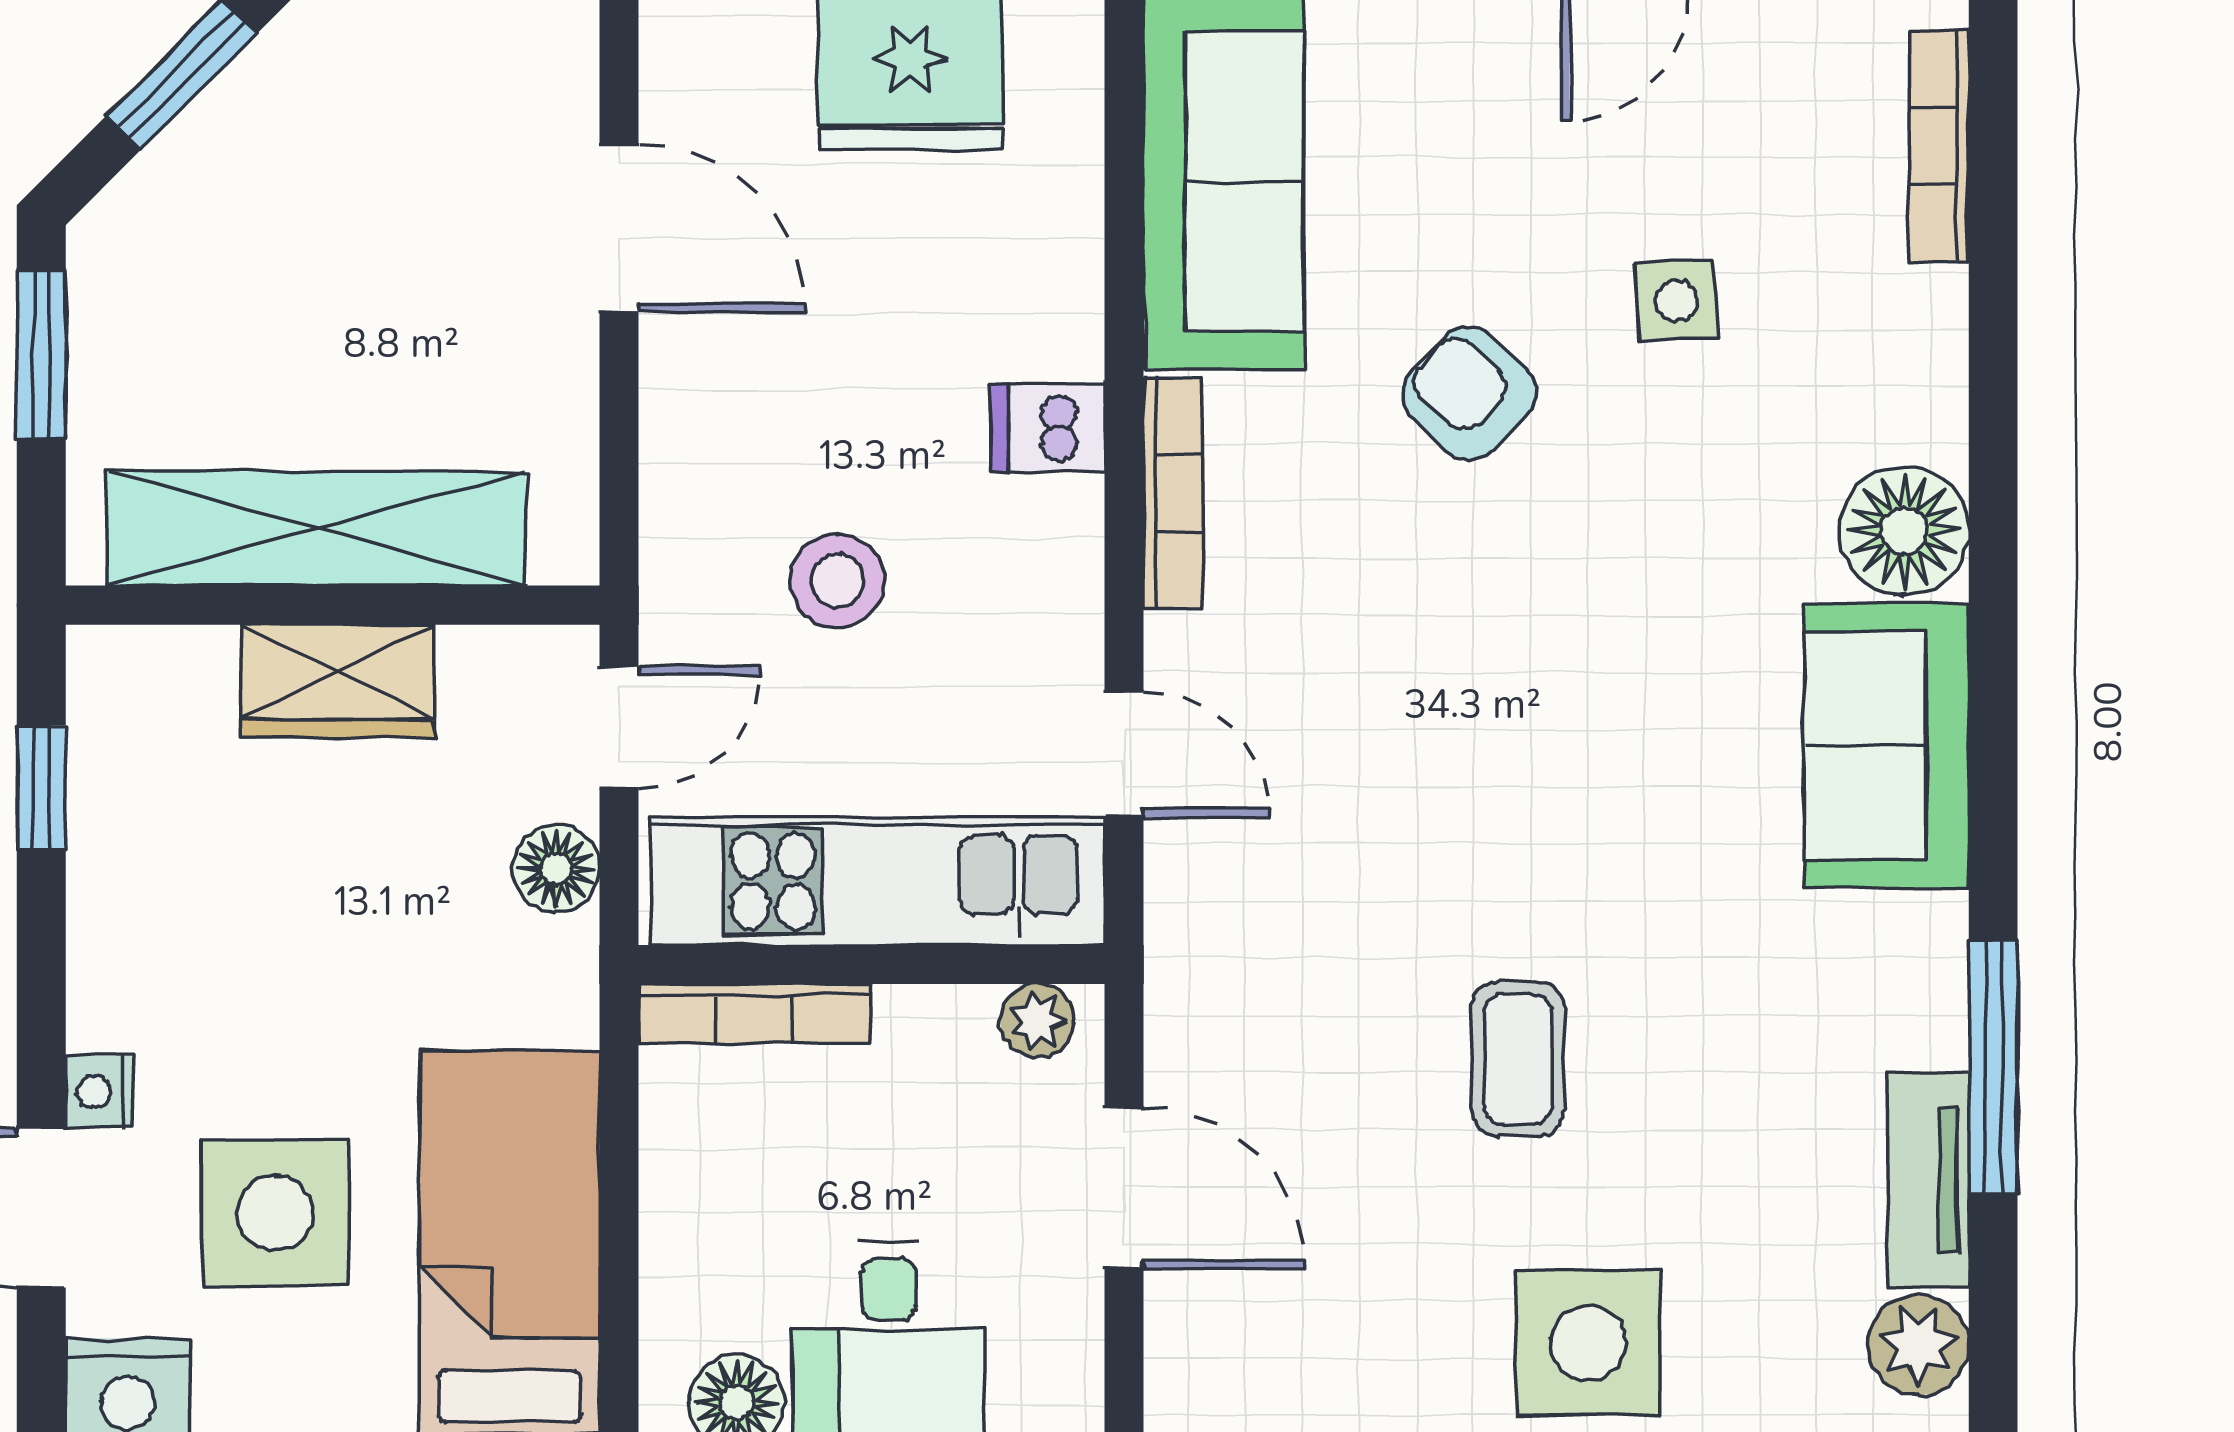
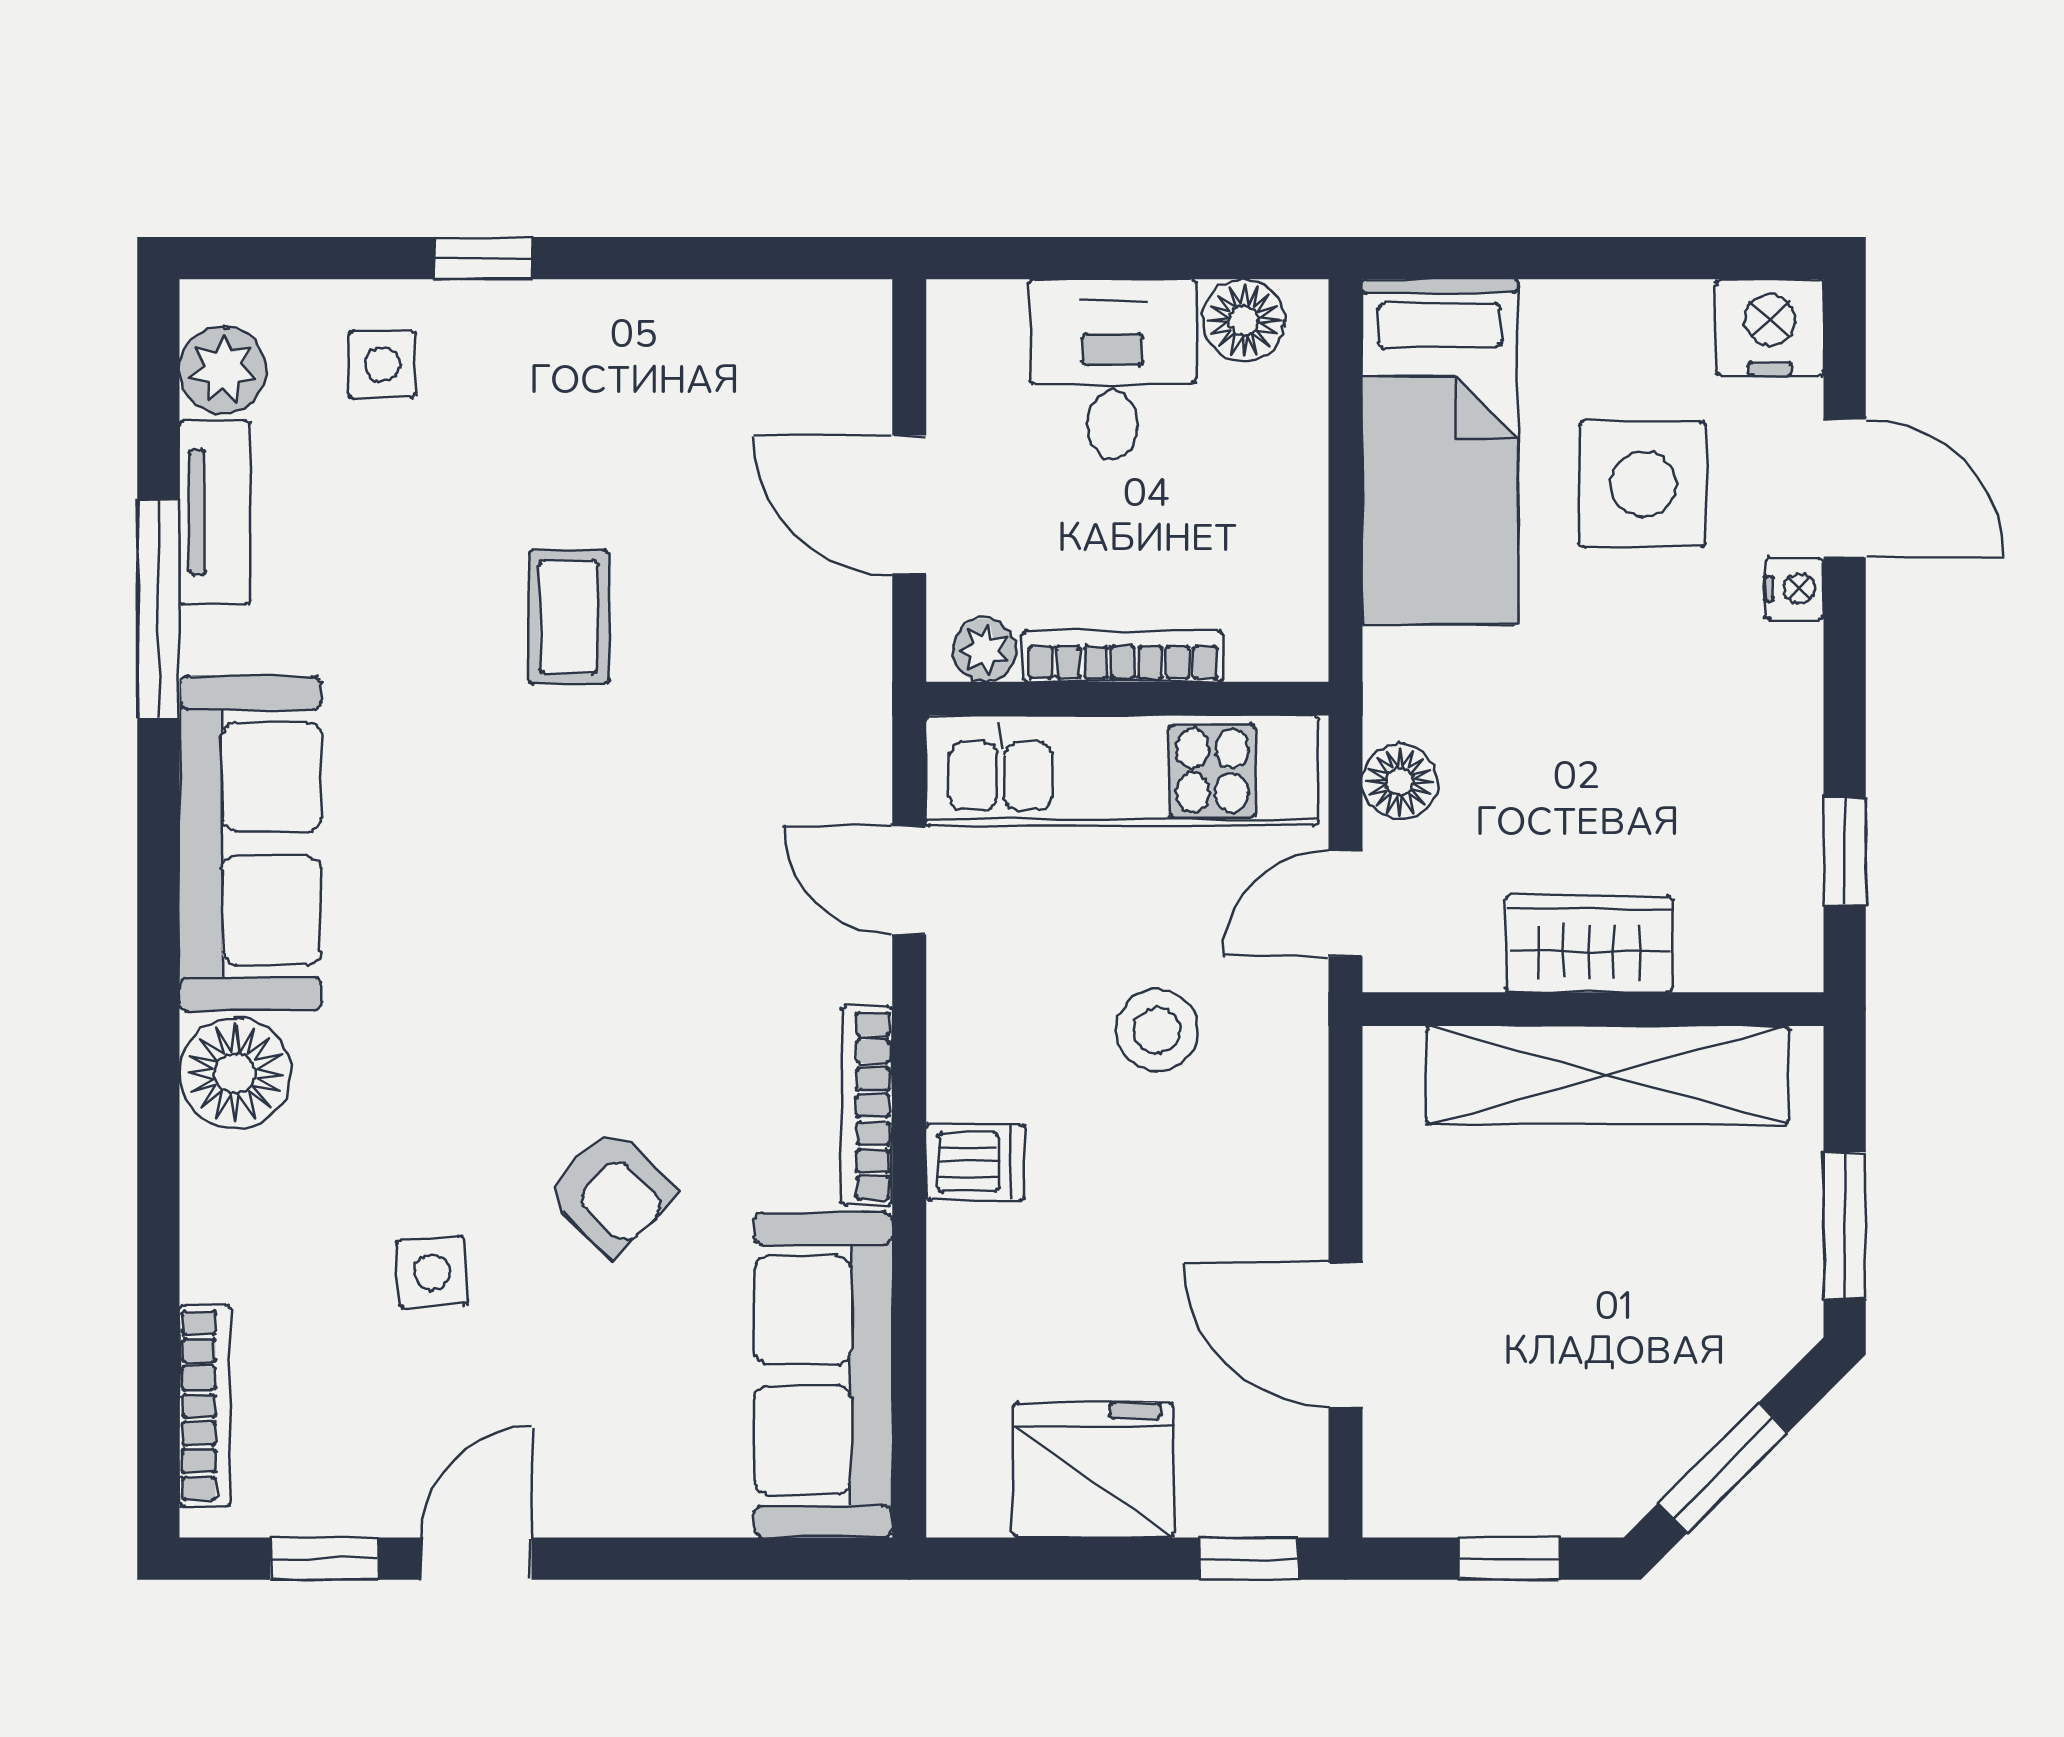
sofa: (1887, 745) -> (250, 844), width x1.36
bookcase: (754, 1014) -> (1123, 656), moved
side table: (1588, 1343) -> (382, 365), moved, width x0.54, depth x0.54

